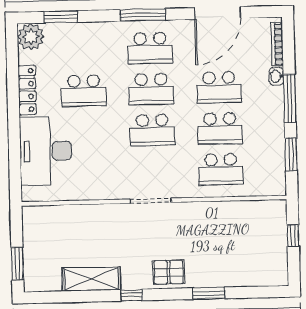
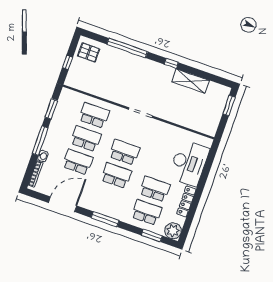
school desk: (150, 48) -> (147, 212), moved
pallet: (169, 272) -> (89, 52), moved
window: (209, 293) -> (127, 48), width x2.11

